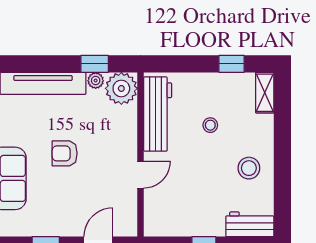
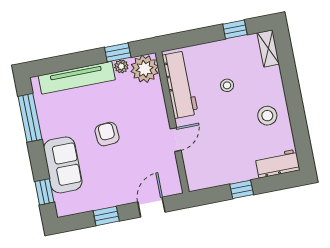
armchair: (65, 153) -> (107, 134), turned 86

